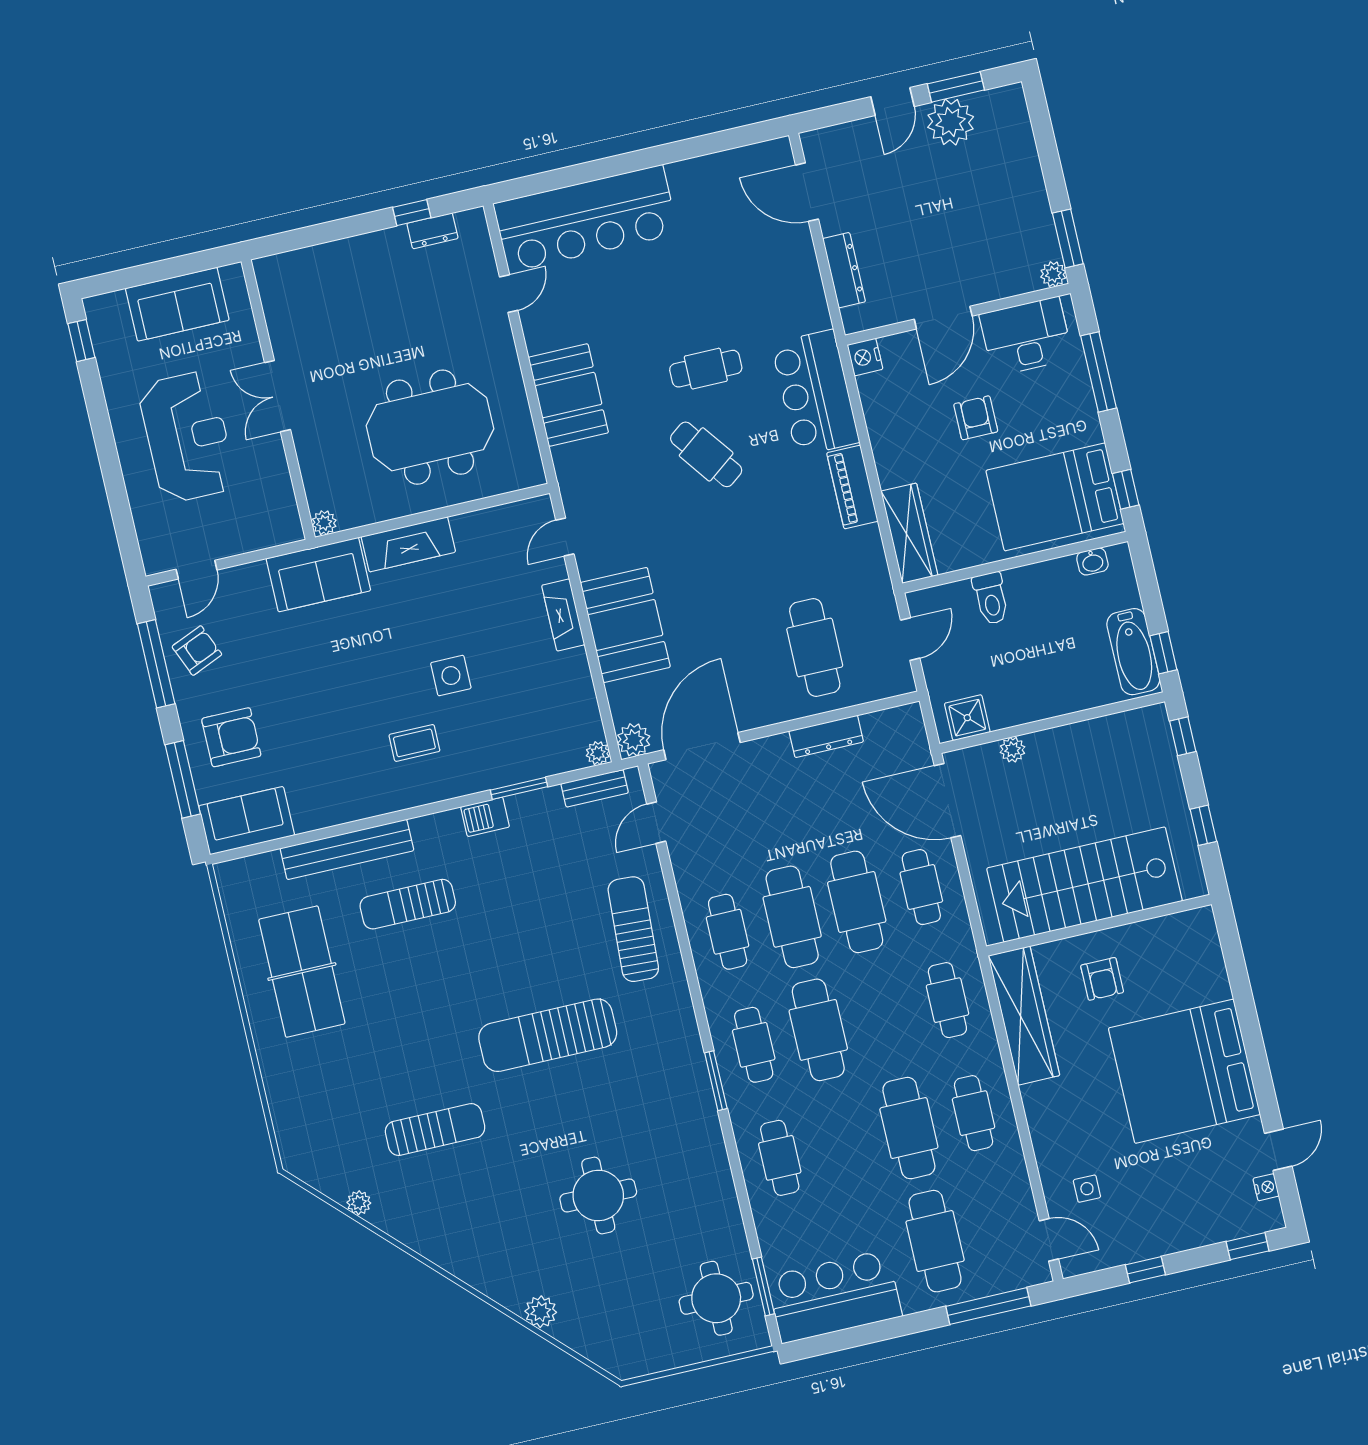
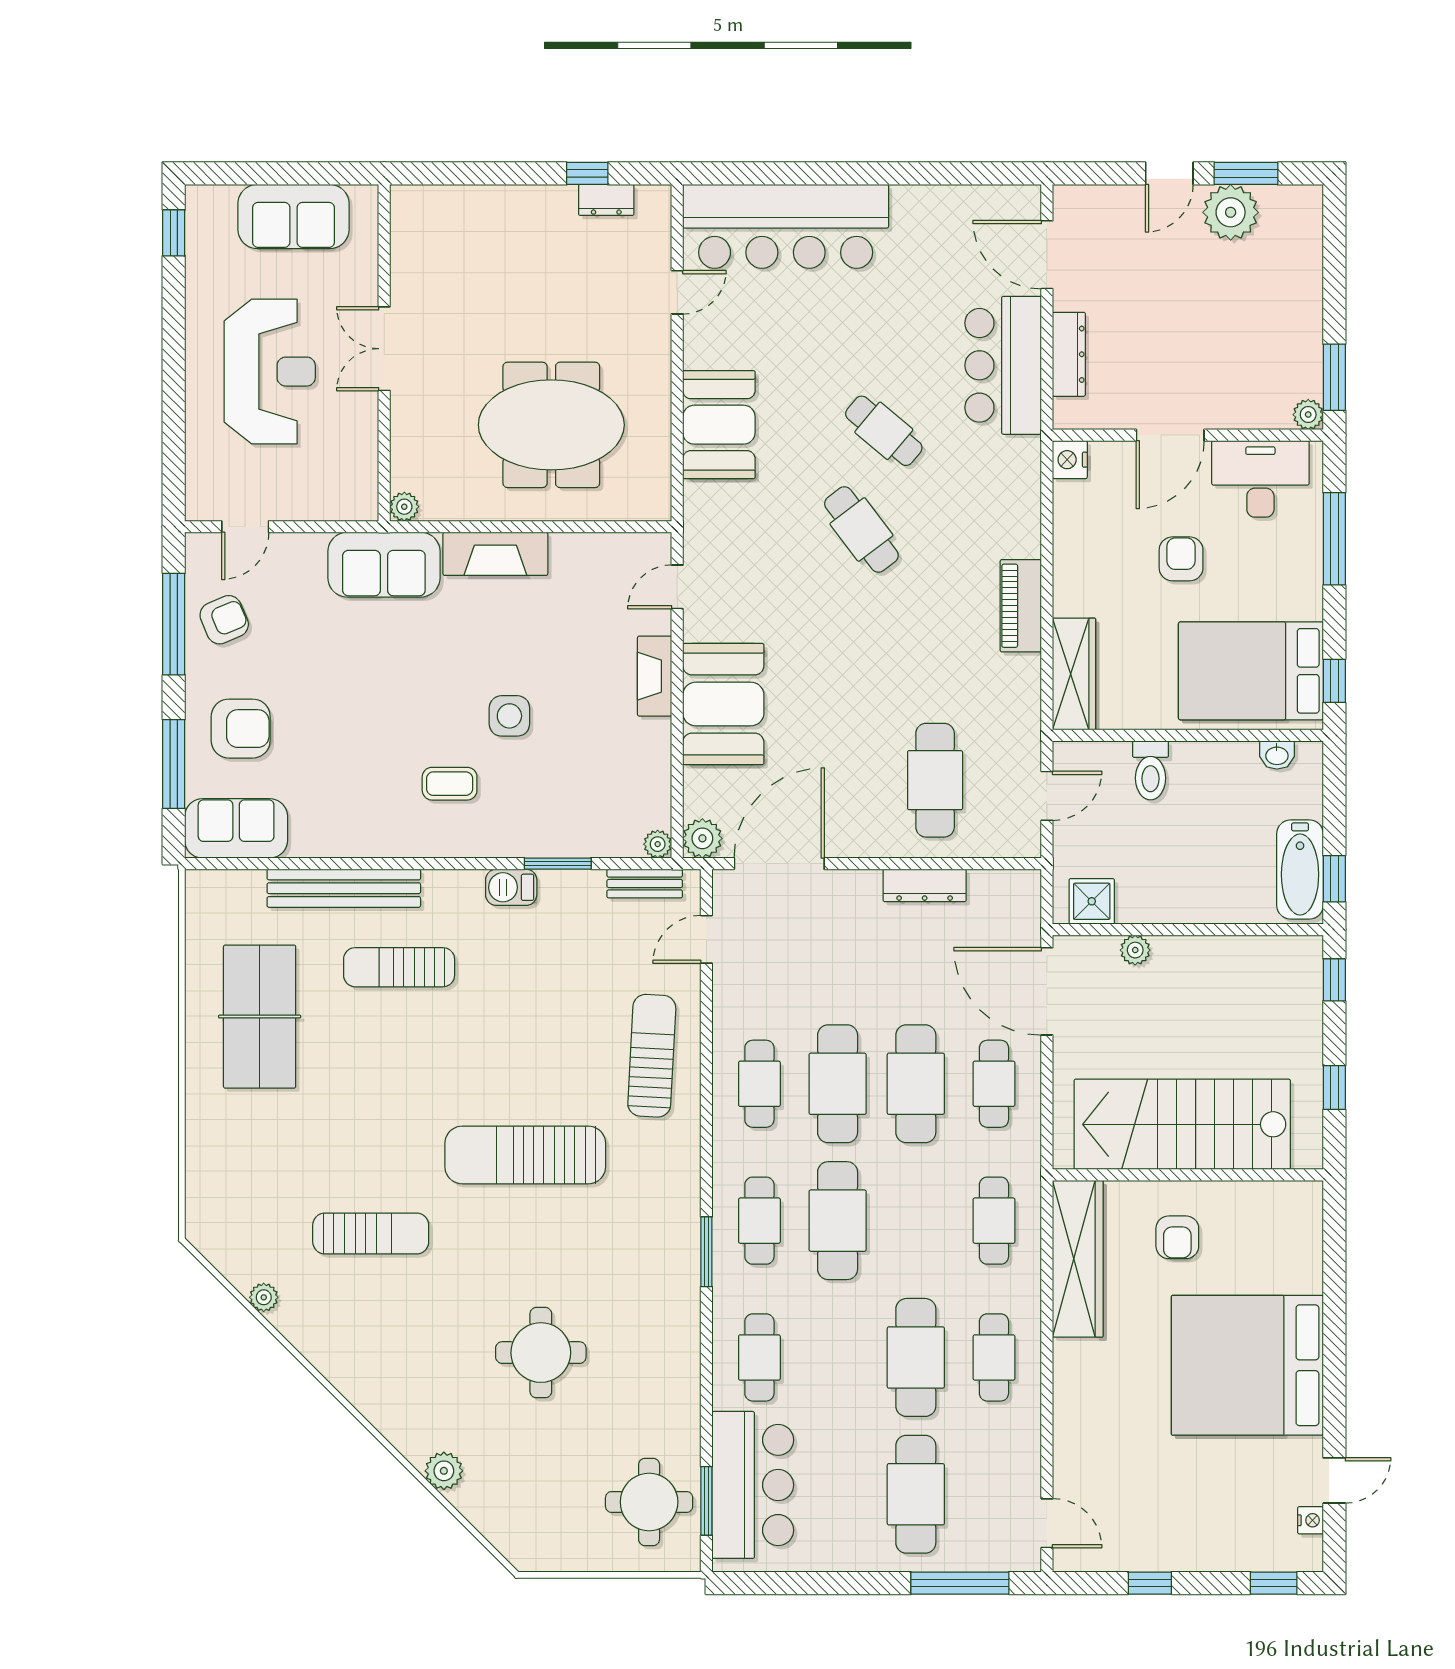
cafe table: (706, 369) -> (884, 431), turned 40
bar counter: (815, 393) -> (1003, 365), moved
side table: (1087, 1189) -> (1104, 1474), removed
bar counter: (834, 1296) -> (753, 1485), moved, turned 90

